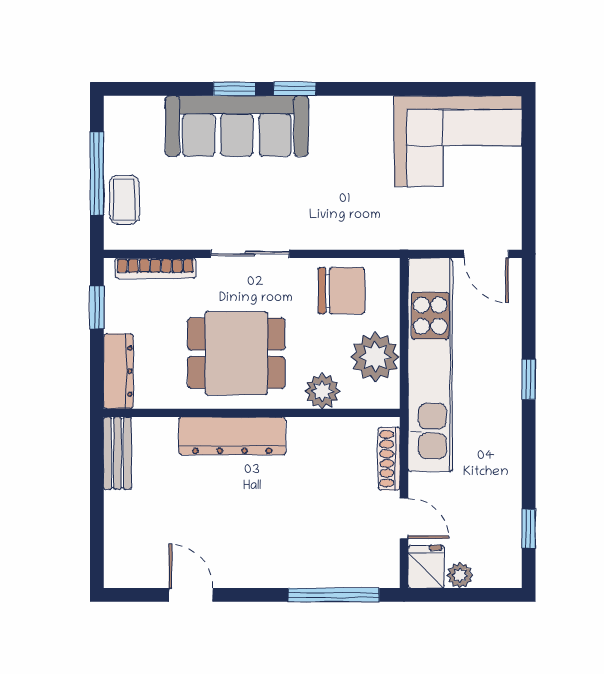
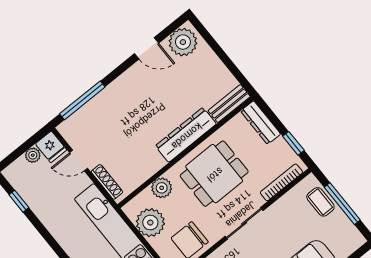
bench: (117, 453) -> (229, 104), moved, turned 90
plant: (135, 564) -> (183, 42), added

